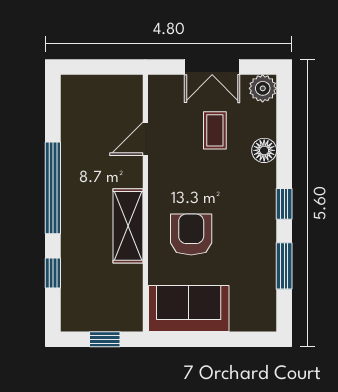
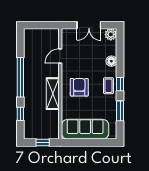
coffee table: (215, 130) -> (109, 86), moved
armchair: (191, 235) -> (79, 87), moved
sofa: (189, 308) -> (85, 129), width x1.36

